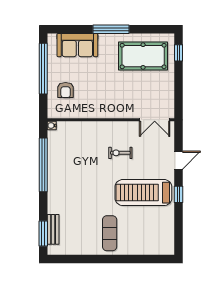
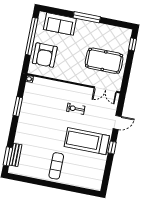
pool table: (143, 56) -> (104, 61), moved
armchair: (66, 90) -> (45, 55), width x1.88, depth x1.88
window: (43, 165) -> (18, 106), width x0.47

